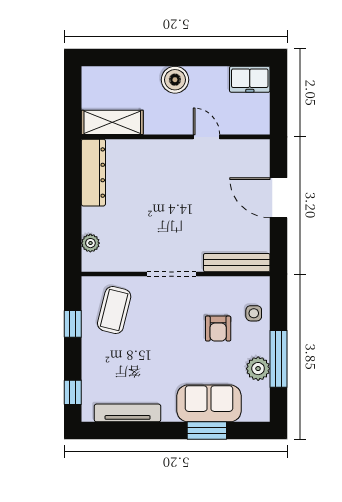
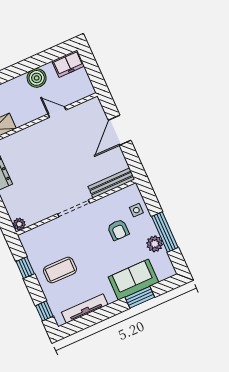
boiler: (175, 80) -> (37, 78), moved
door: (279, 198) -> (120, 130), hinge flipped
plant: (90, 243) -> (19, 224), moved
coffee table: (114, 310) -> (60, 270), moved, turned 76

